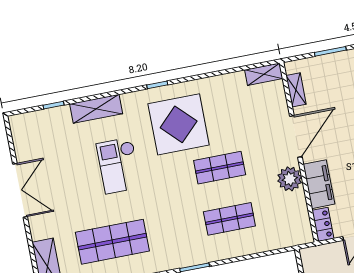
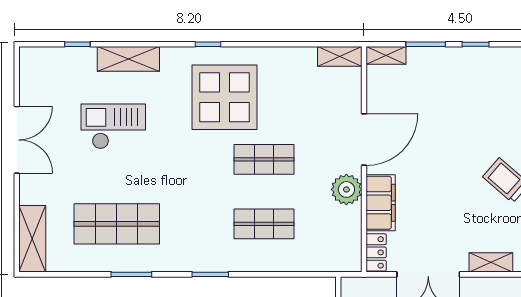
shelving: (296, 90) -> (386, 55), moved, turned 90
checkout: (119, 166) -> (113, 126), moved, turned 90

